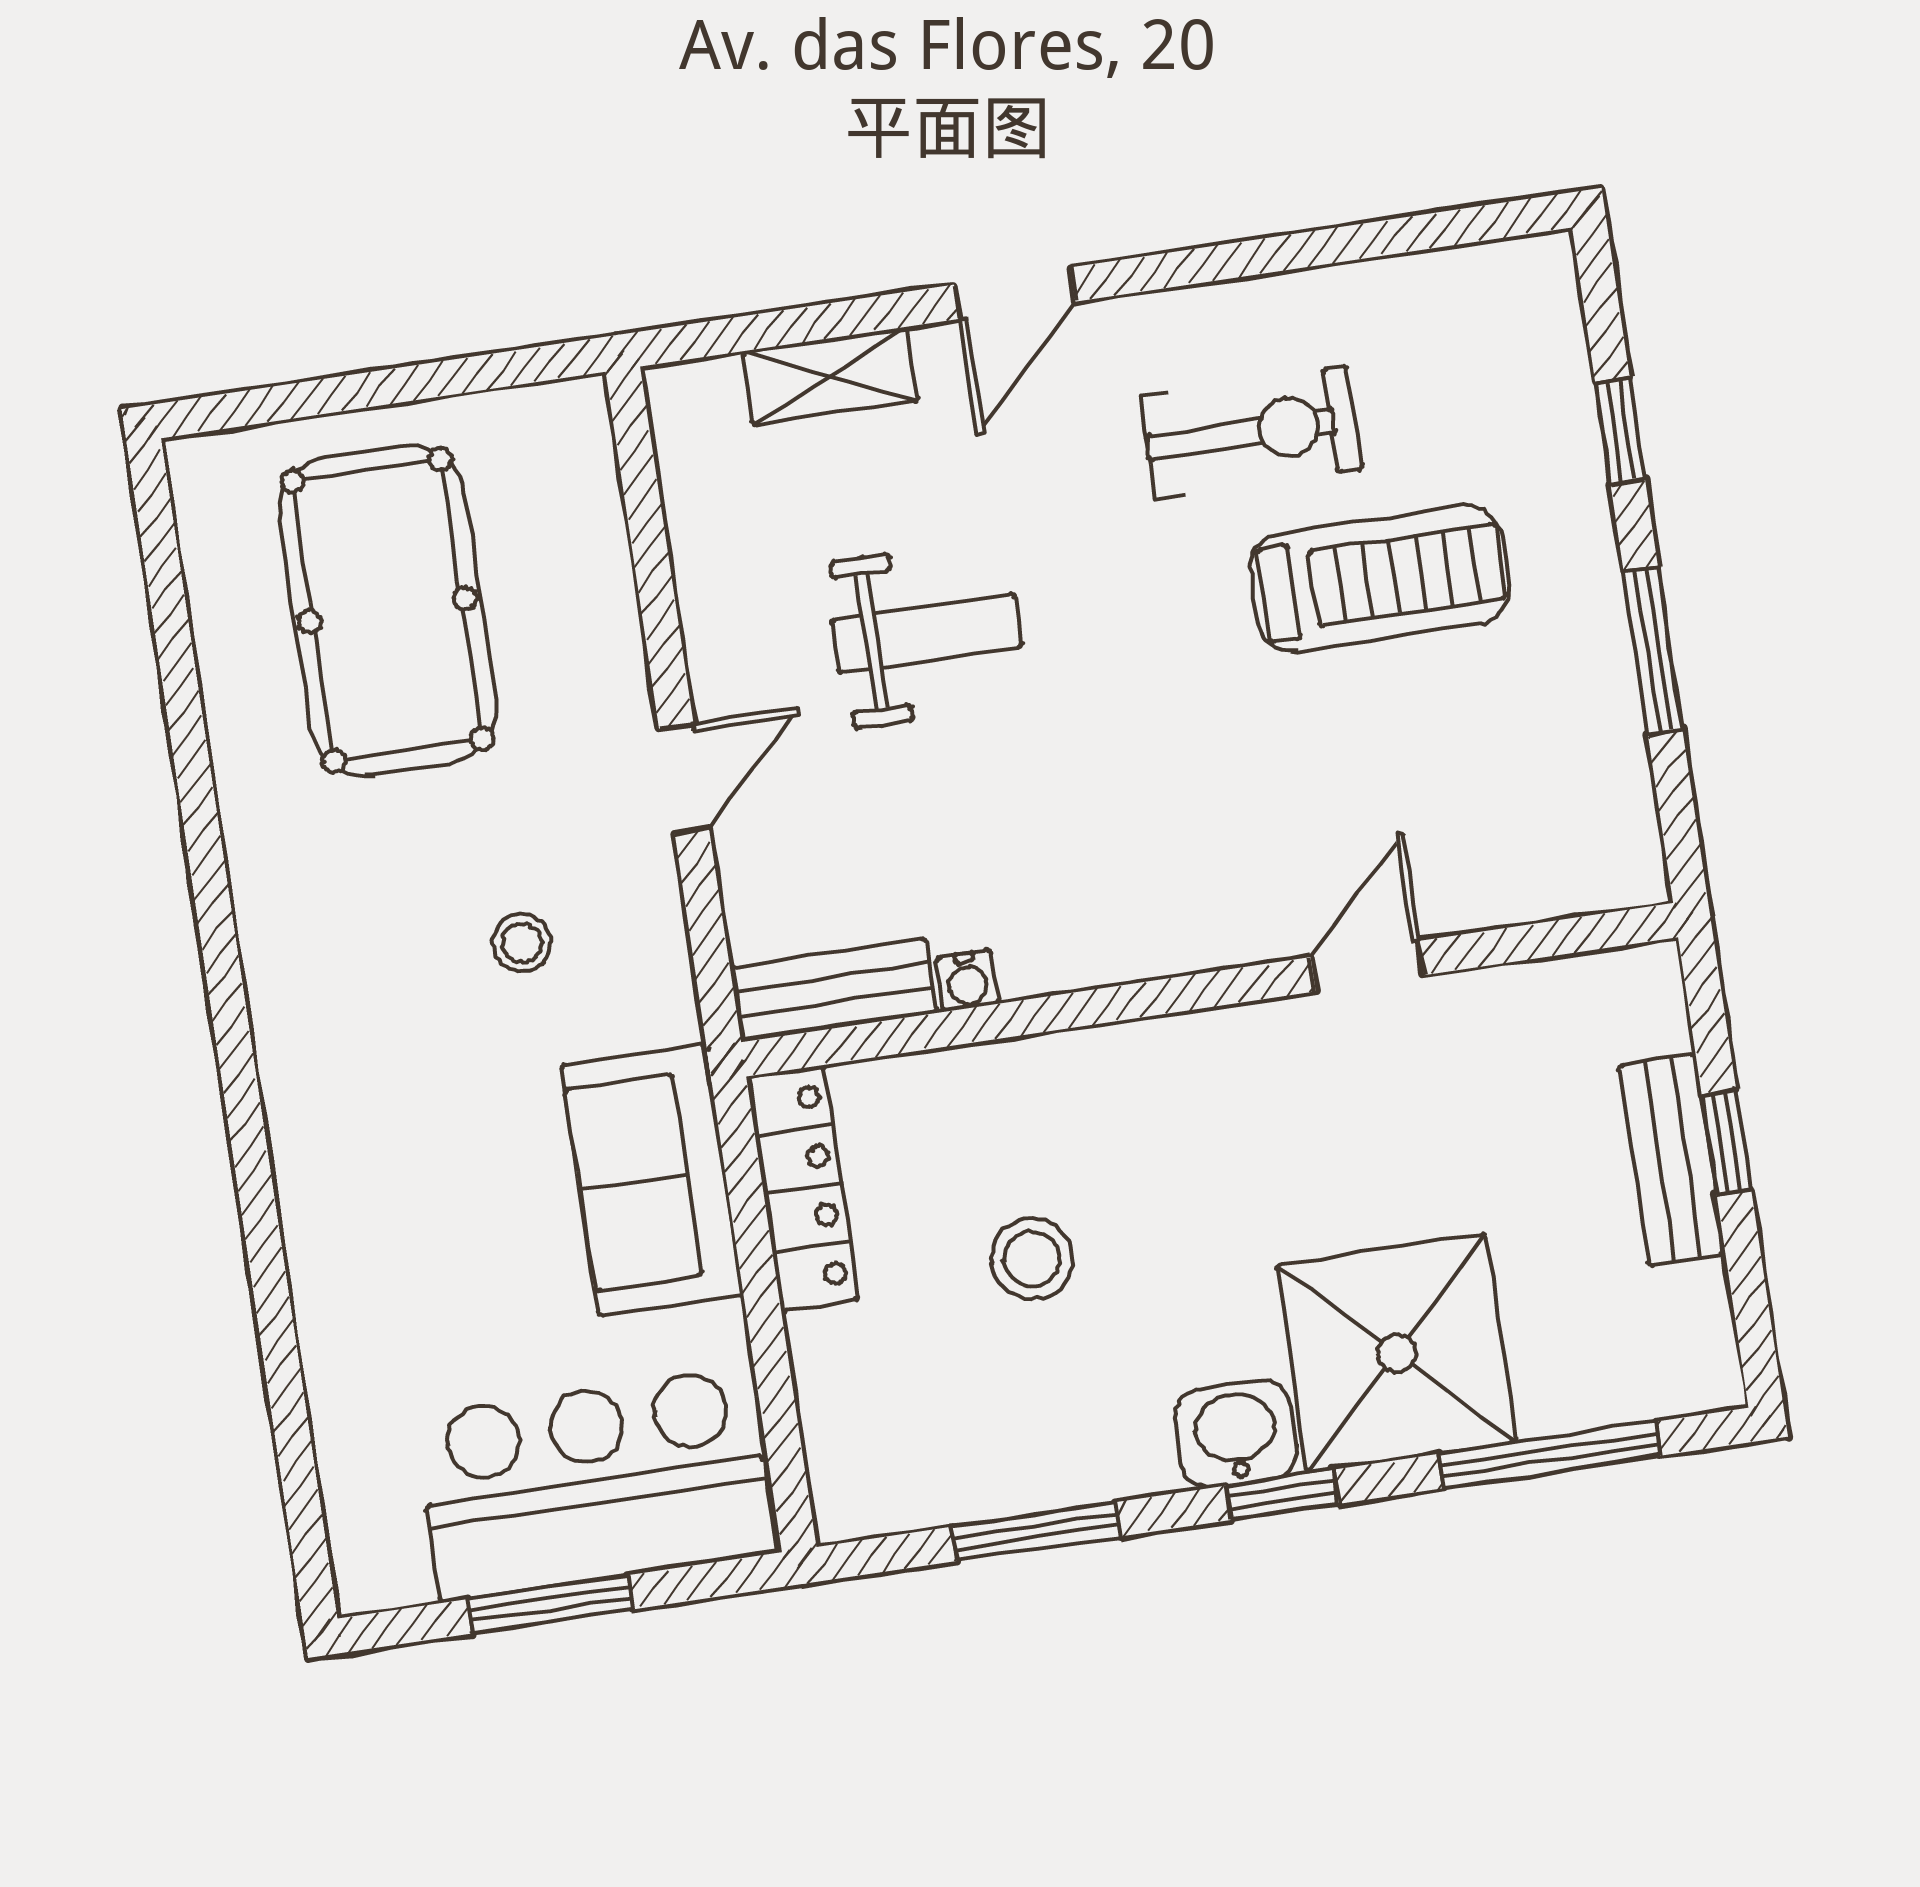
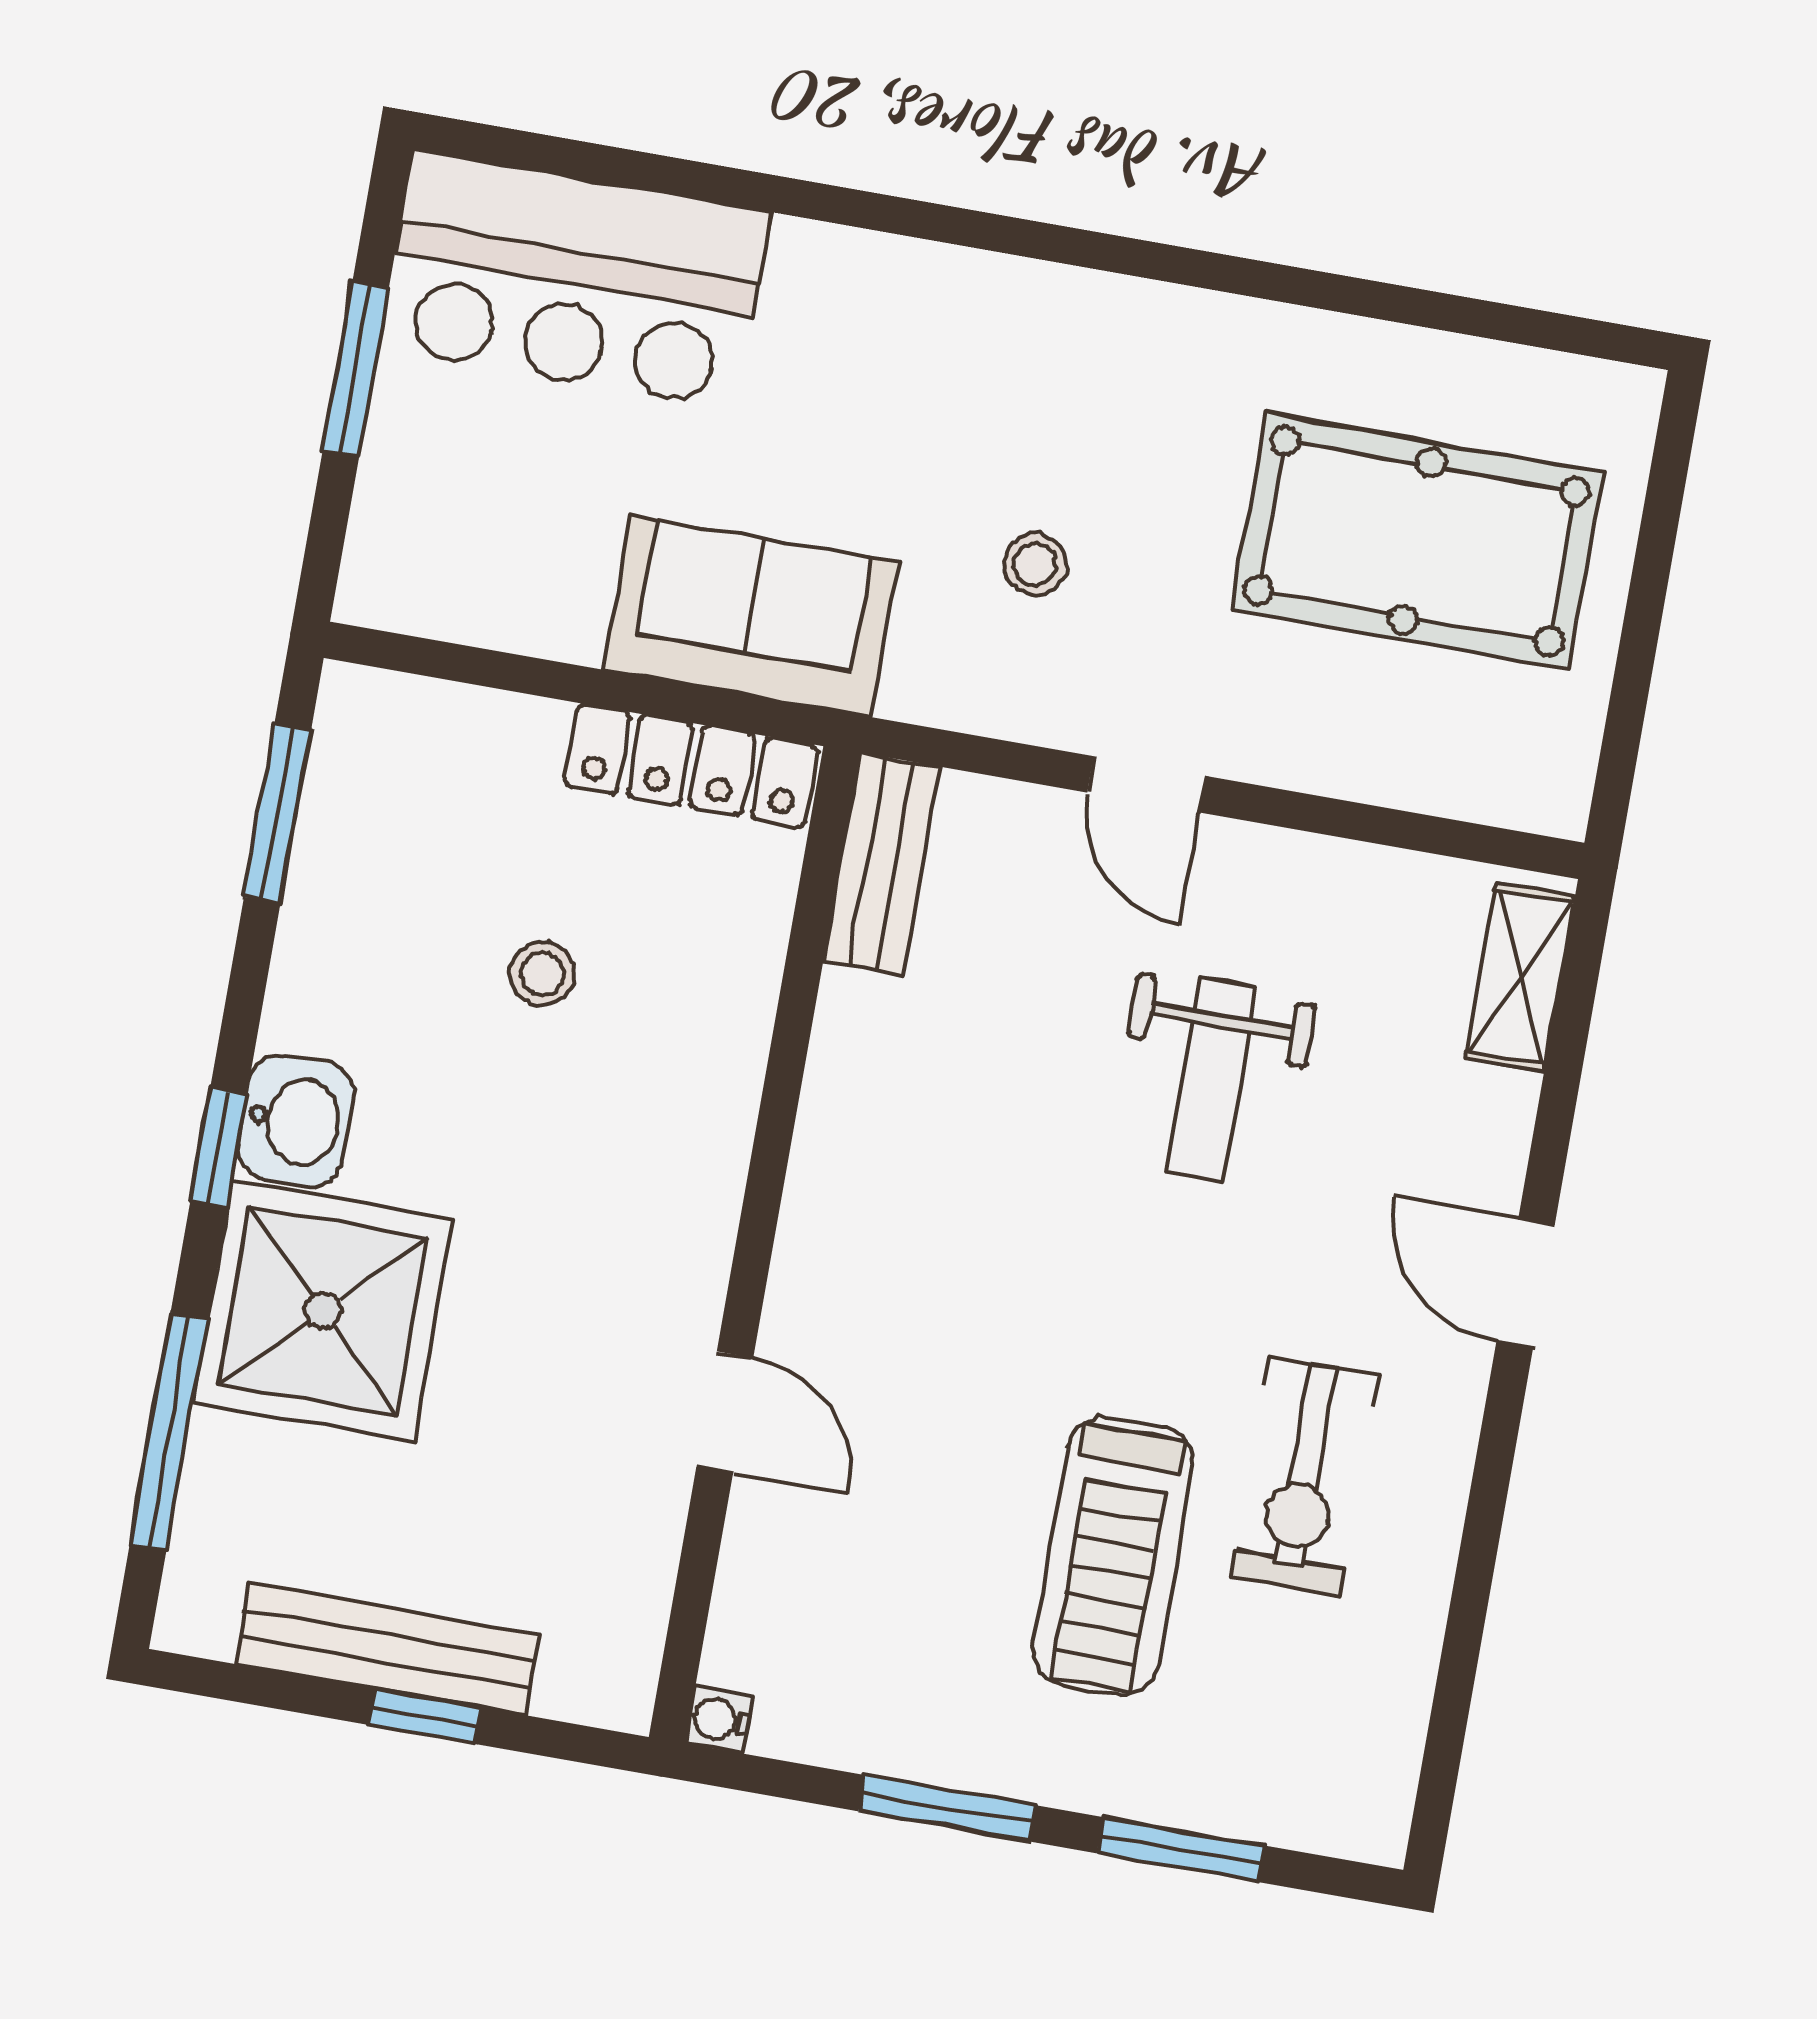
shelving: (830, 376) -> (1520, 977), moved
window: (1620, 431) -> (1181, 1850), width x1.50
water cooler: (967, 981) -> (719, 1720), moved
bench: (1672, 1159) -> (387, 1649), width x1.36
stool: (1032, 1259) -> (542, 974), width x0.73, depth x0.73
bar counter: (595, 1484) -> (575, 280), moved, turned 90
window: (1037, 1532) -> (278, 813), moved

